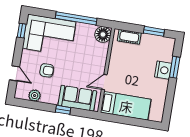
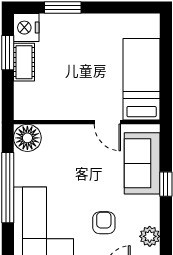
cot: (129, 37) -> (24, 62), moved
nightstand: (163, 70) -> (26, 28), moved, turned -90

